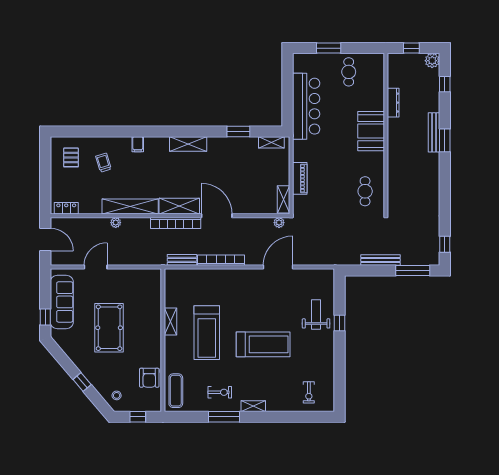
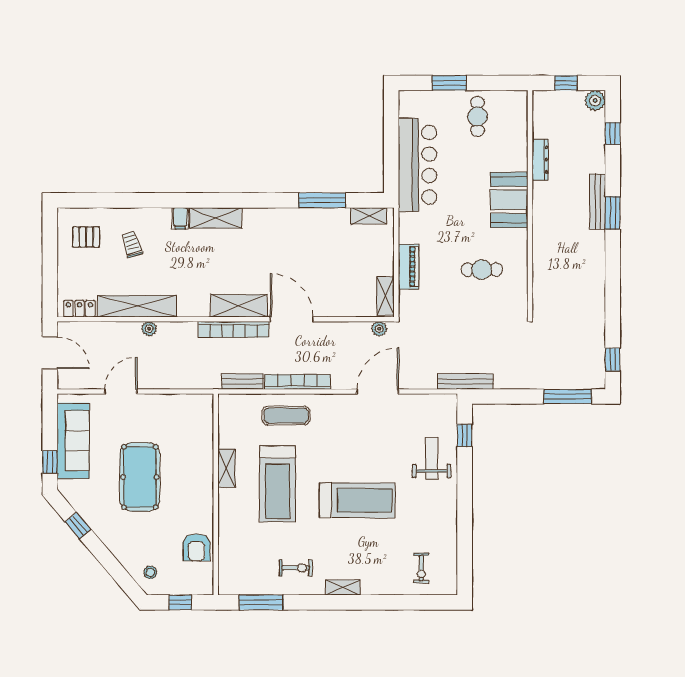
window: (238, 131) -> (322, 200), width x1.44
shelving: (188, 144) -> (216, 218), moved
pallet: (71, 157) -> (86, 237), turned 90
cafe table: (365, 191) -> (482, 270), moved, turned 90
shelving: (130, 207) -> (137, 306), moved
bench: (380, 260) -> (465, 382), moved
window: (340, 323) -> (465, 435), moved
window: (82, 382) -> (78, 526), moved
exercise mat: (176, 391) -> (286, 415), moved, turned 90
window: (224, 417) -> (261, 602), moved

